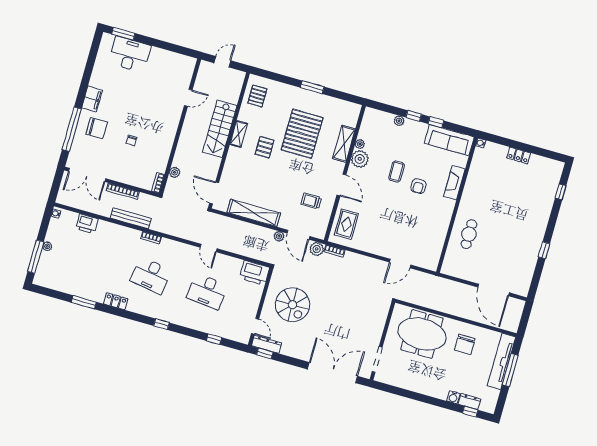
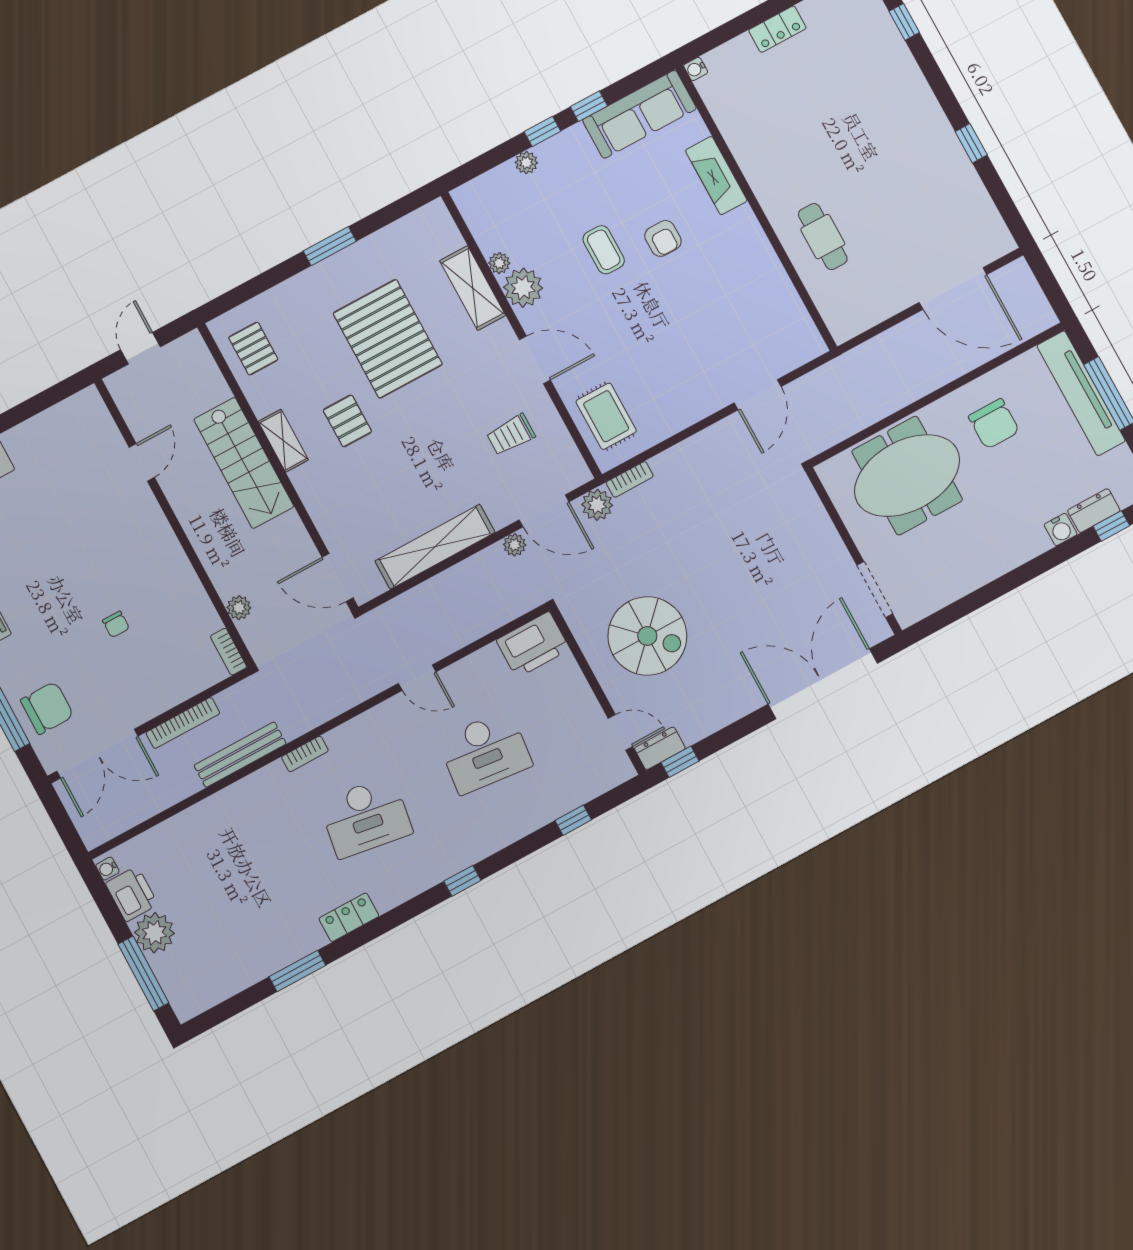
chair: (97, 128) -> (47, 708), moved
printer: (87, 224) -> (132, 894), moved, turned -90
plant: (47, 246) -> (154, 933), width x1.88, depth x1.88
dresser: (267, 344) -> (660, 748), width x0.70

